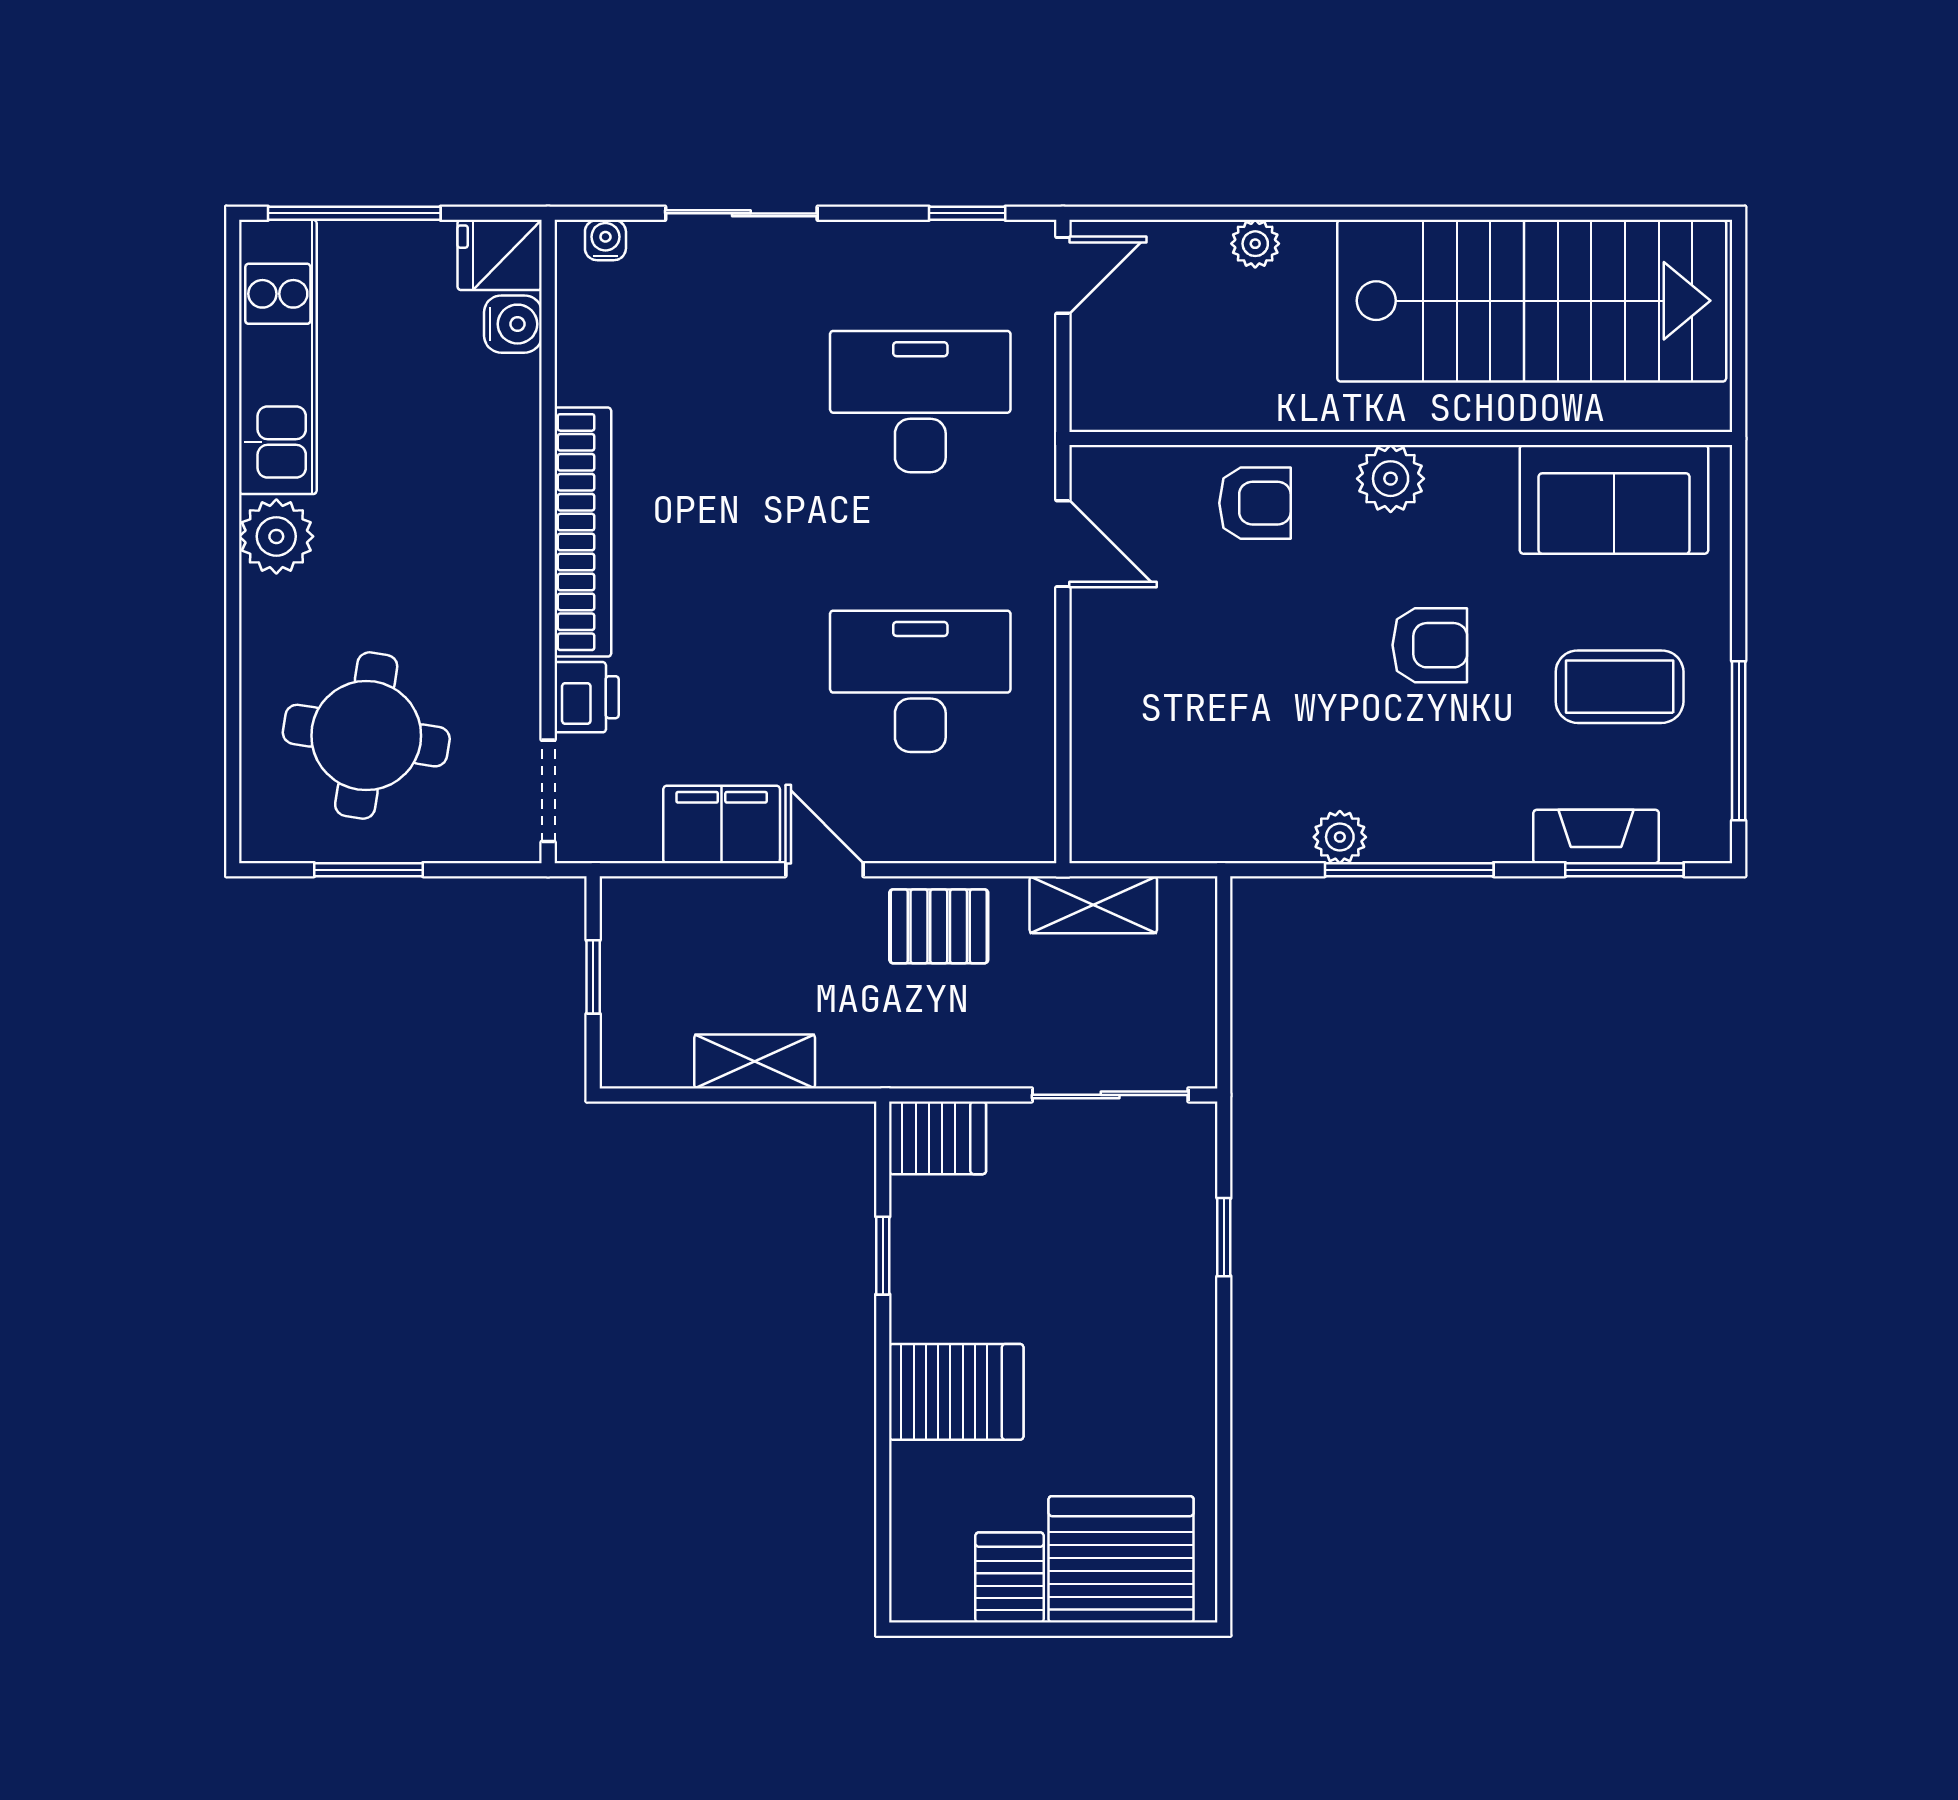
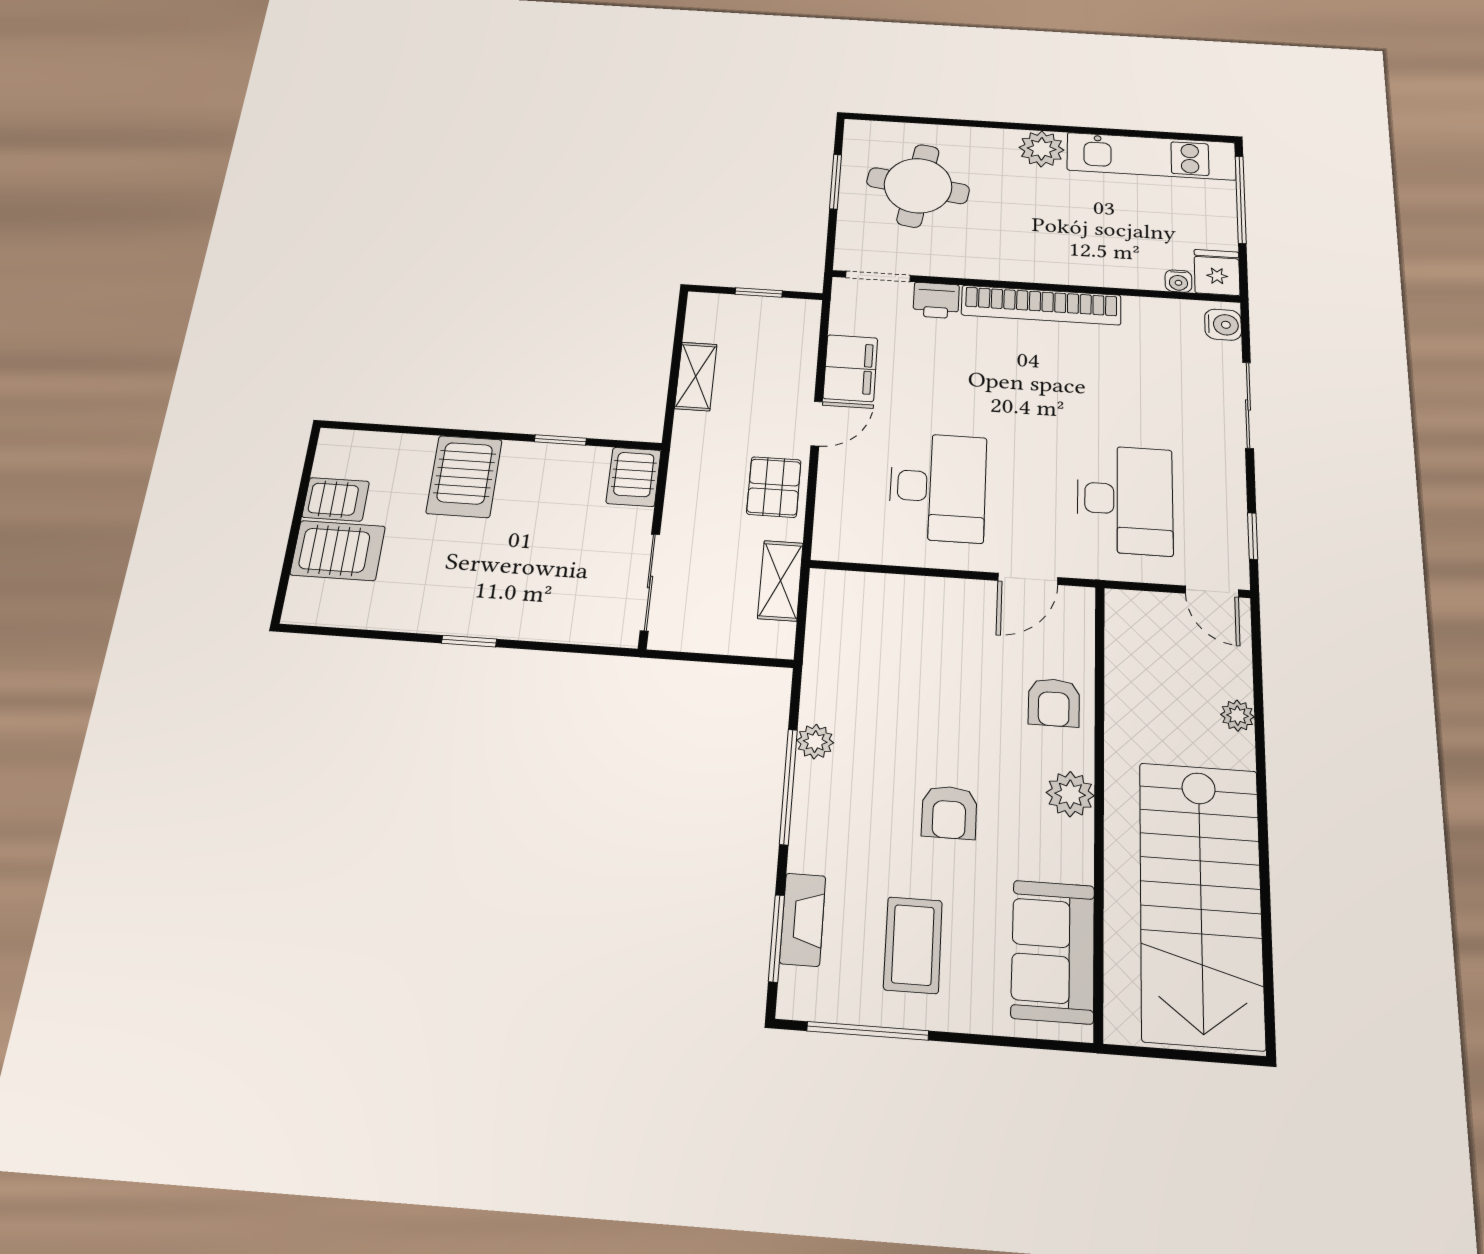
water cooler: (605, 240) -> (1223, 325), width x1.38, depth x1.38
water cooler: (513, 324) -> (1178, 281), width x0.72, depth x0.72
window: (1224, 1237) -> (469, 641), moved
server rack: (1121, 1559) -> (338, 551), width x0.62

